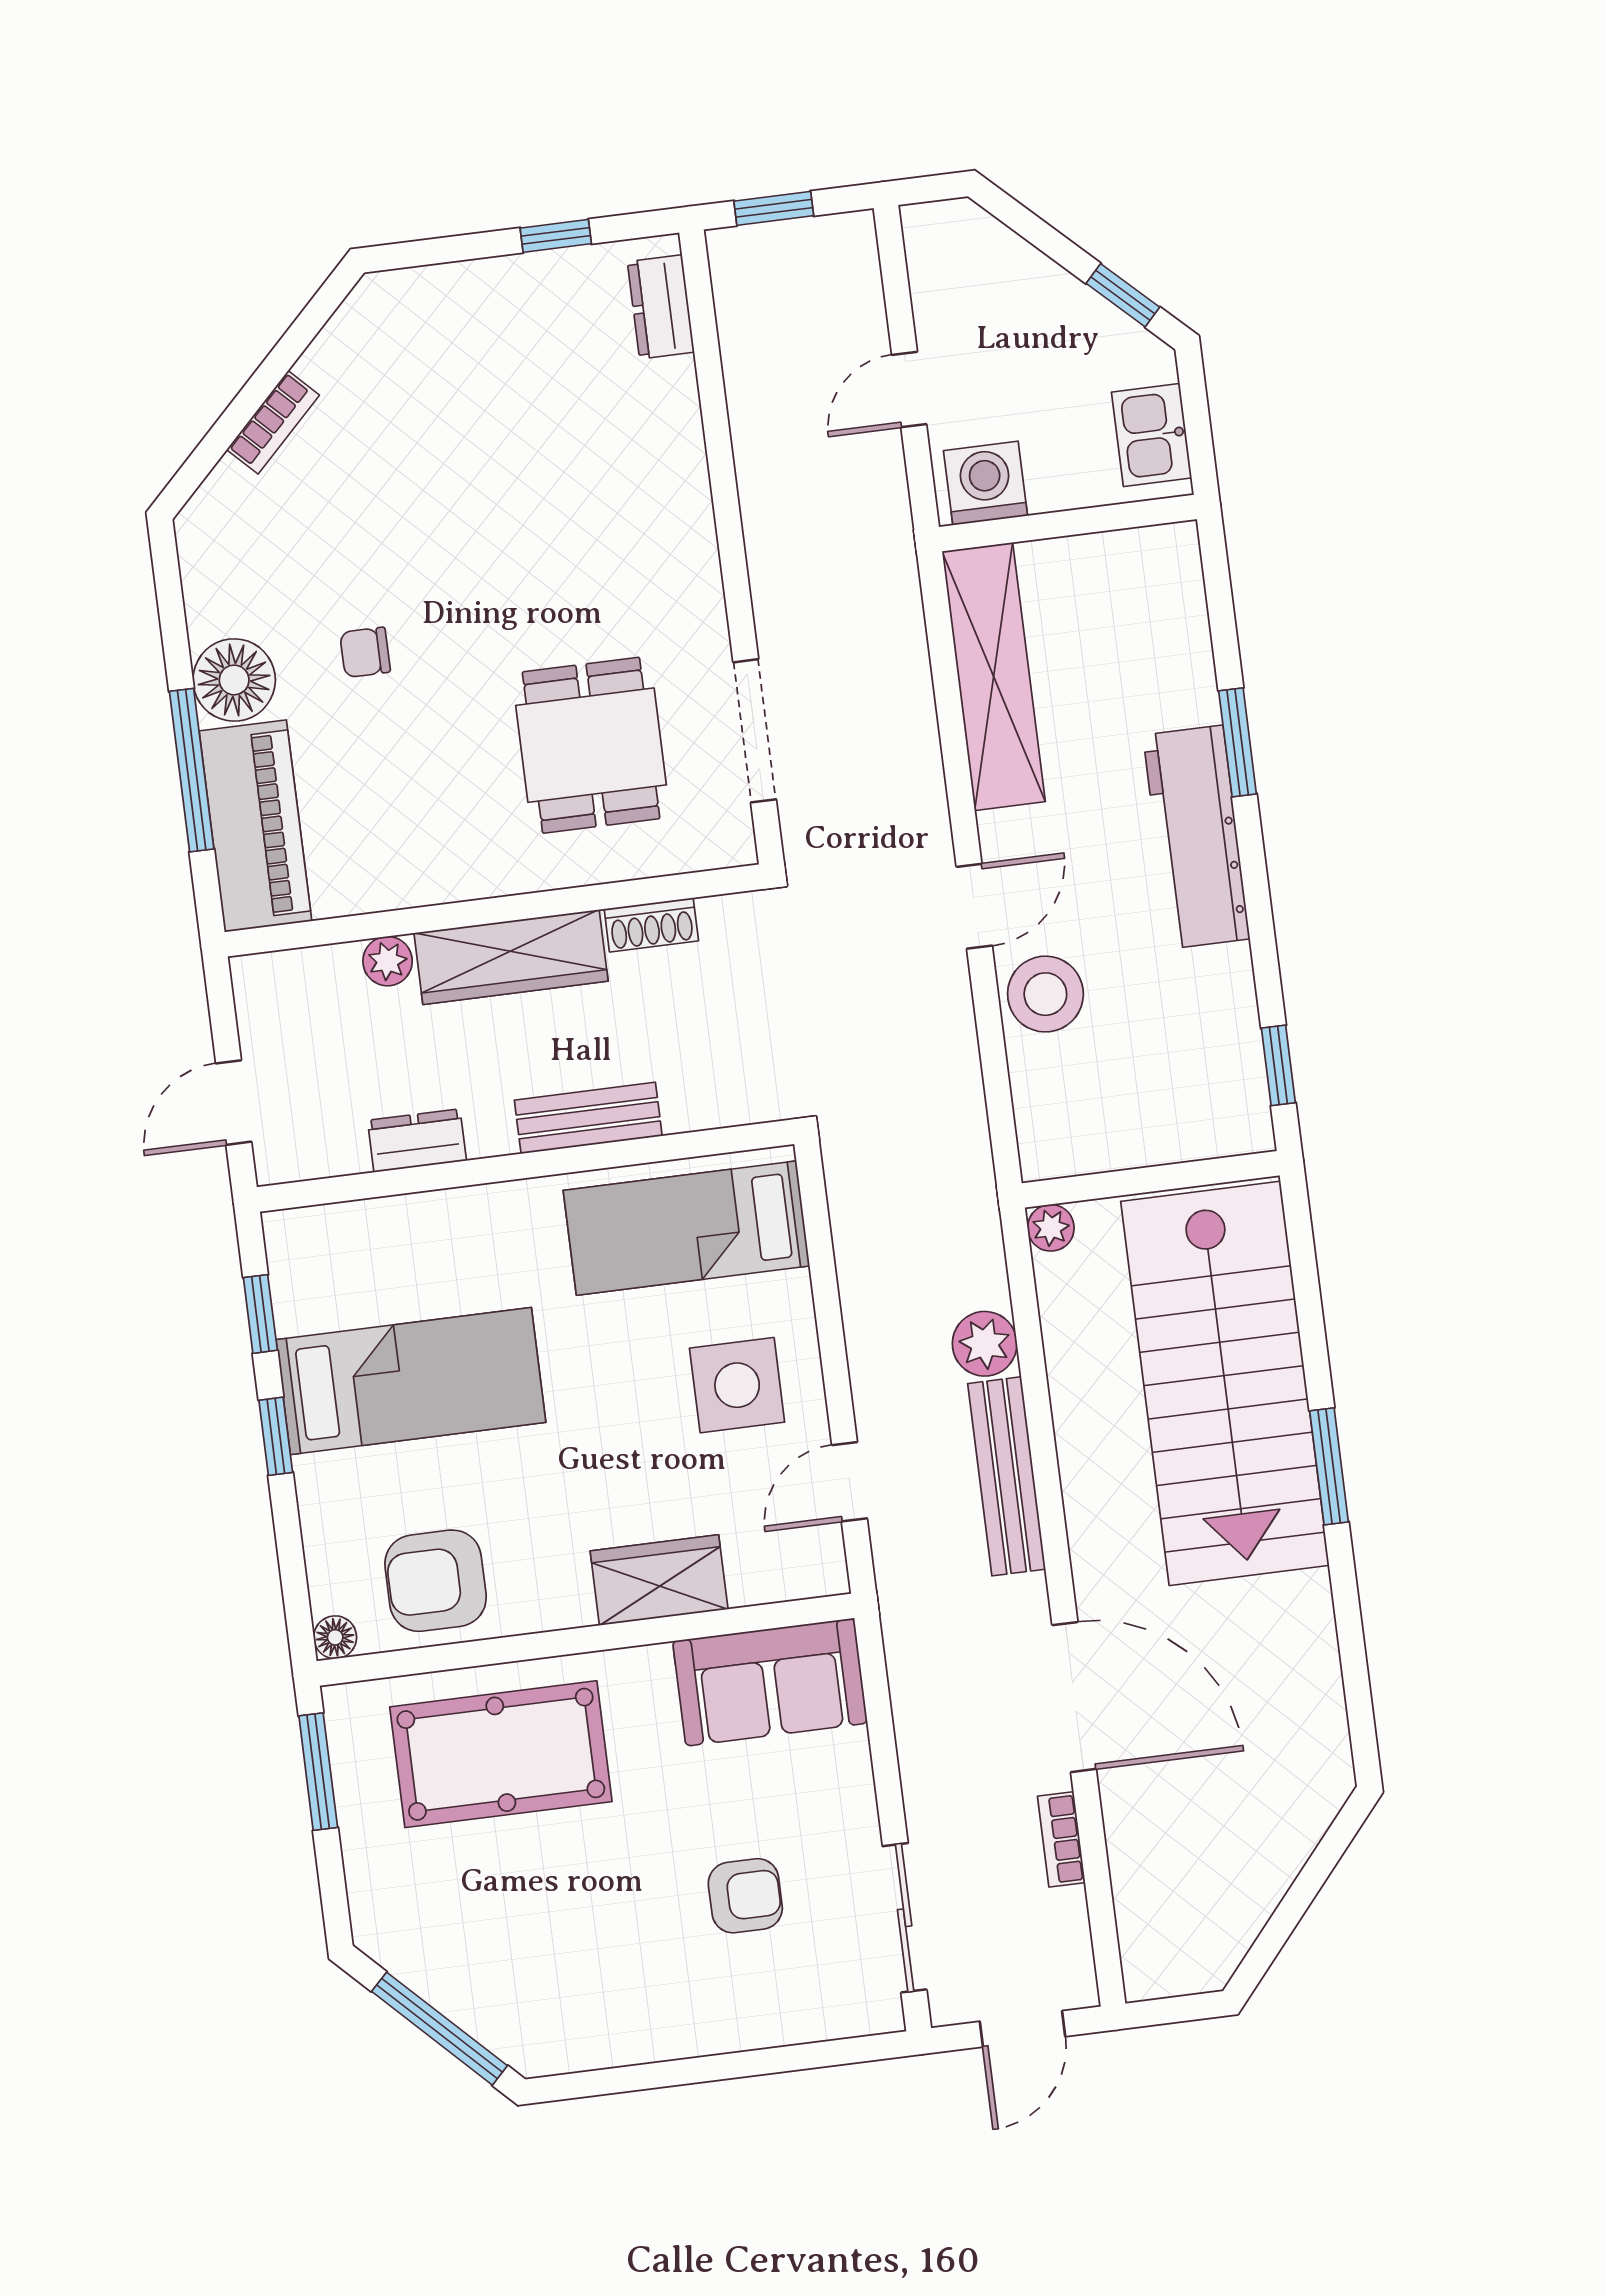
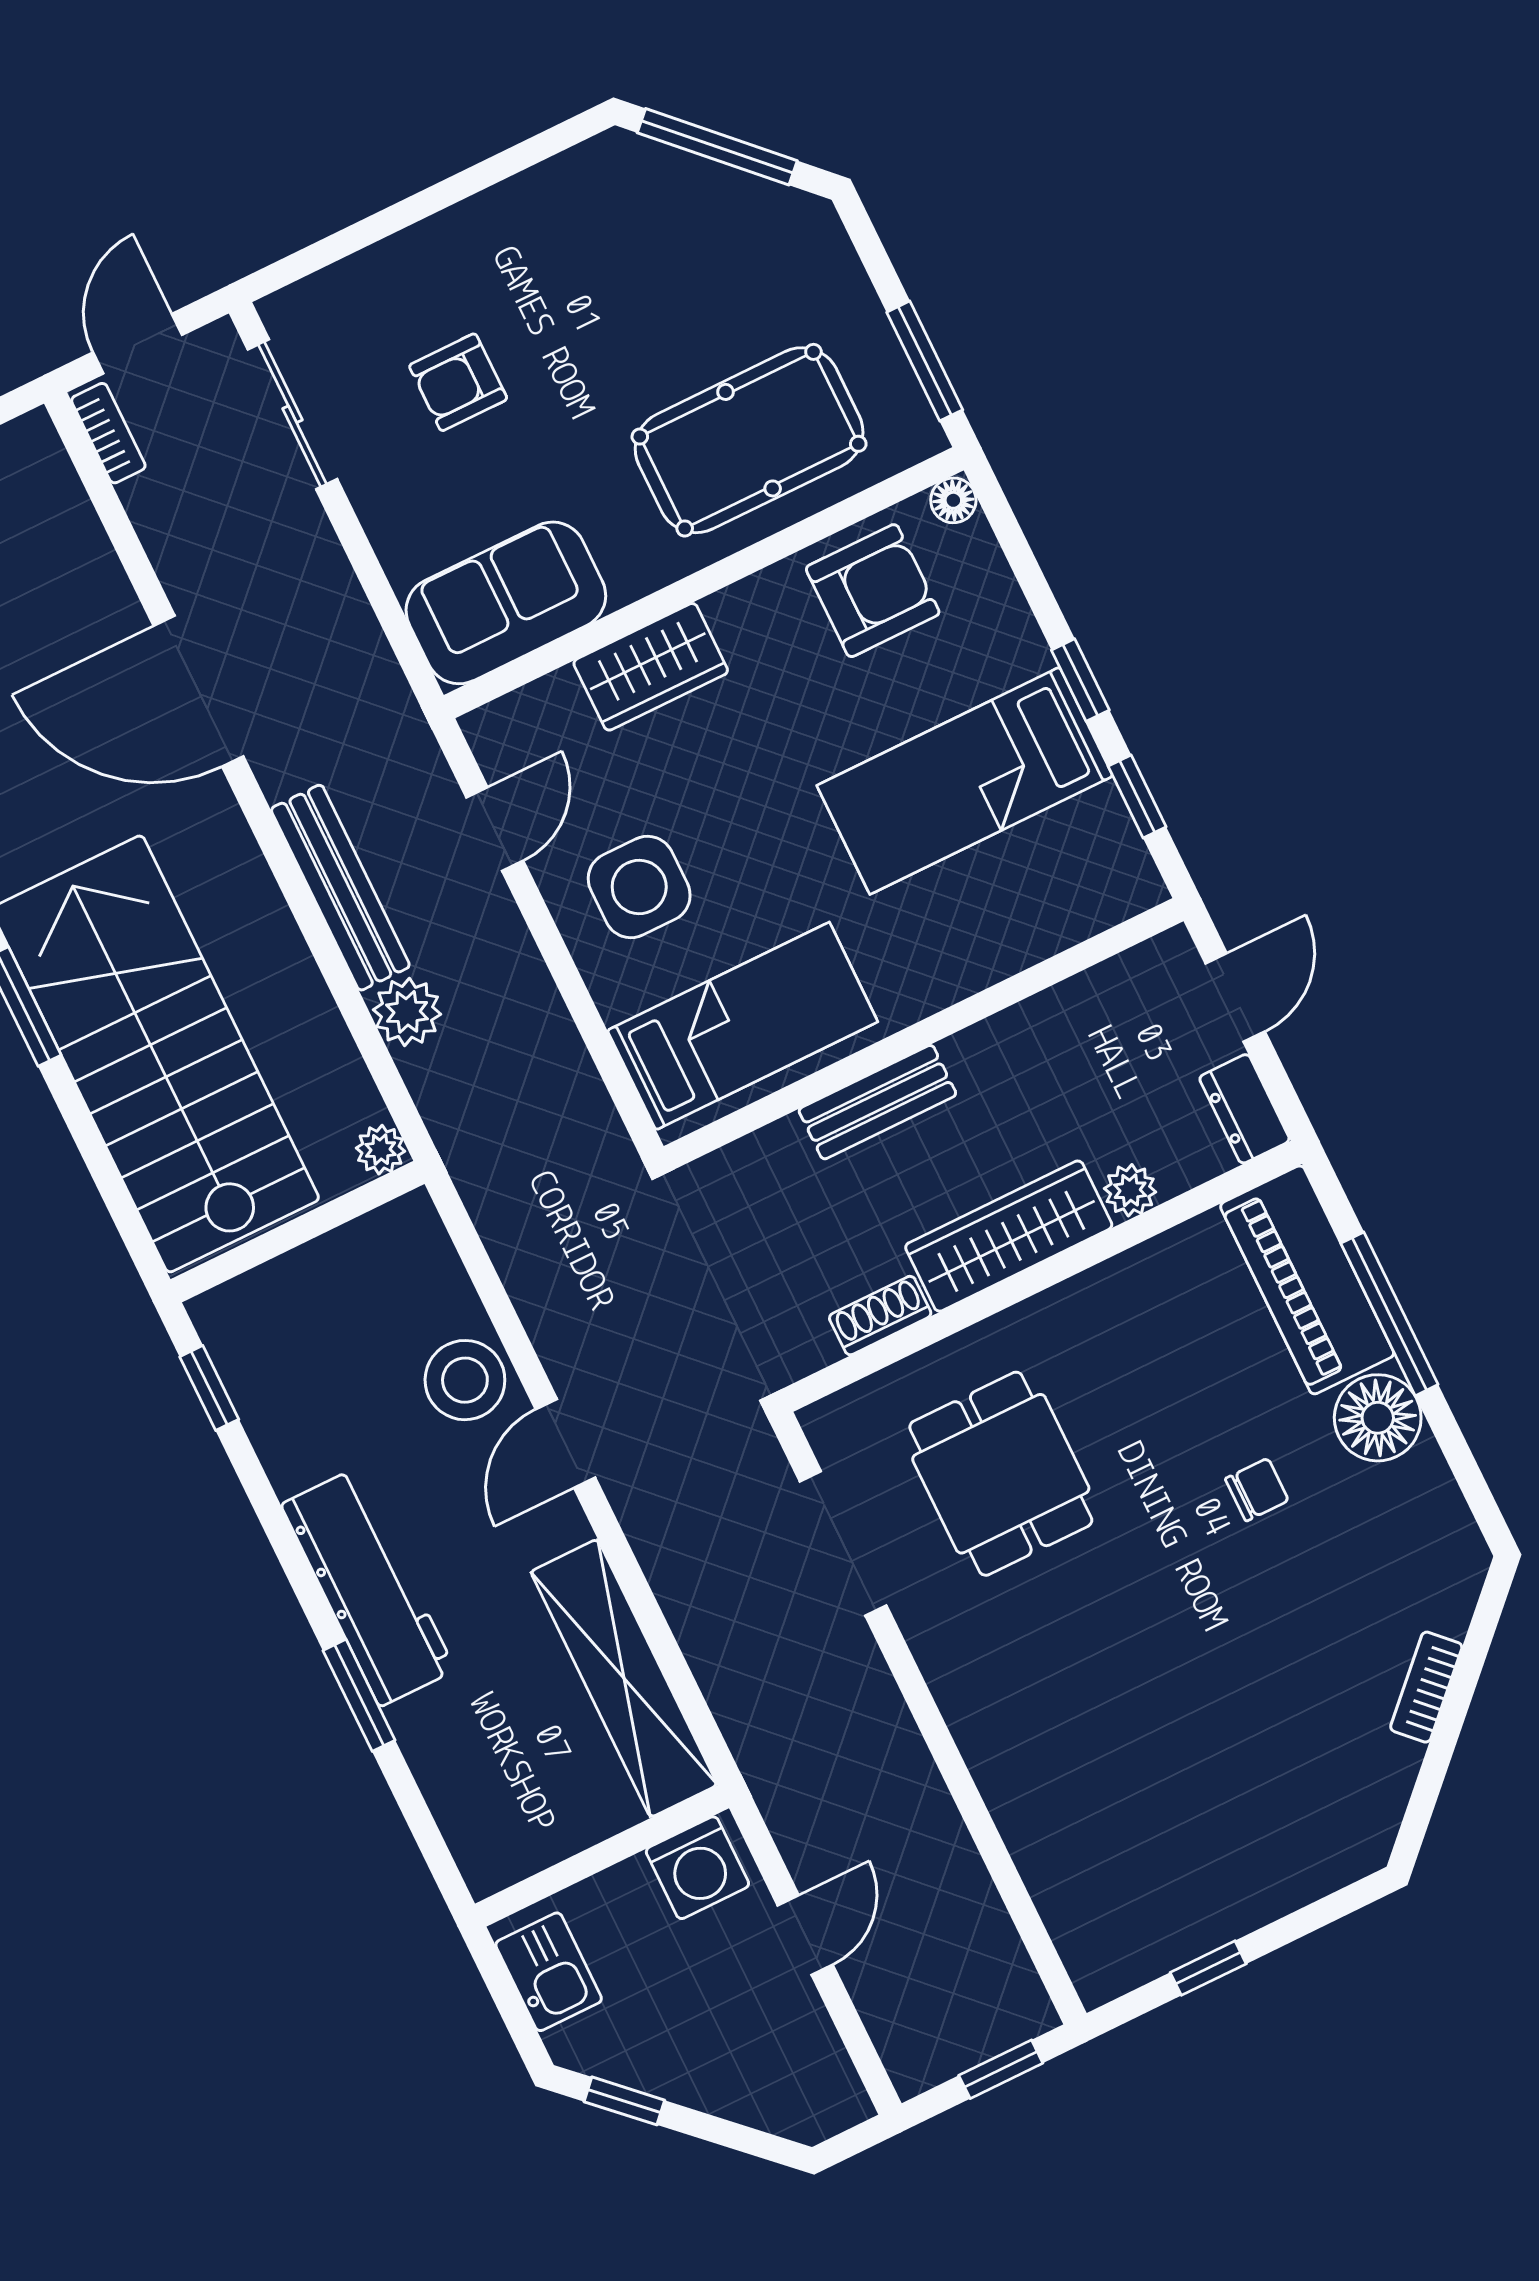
dresser: (661, 307) -> (1080, 1933), removed
dresser: (417, 1141) -> (1244, 1109), moved, turned 90
bookcase: (1061, 1839) -> (108, 433), moved

